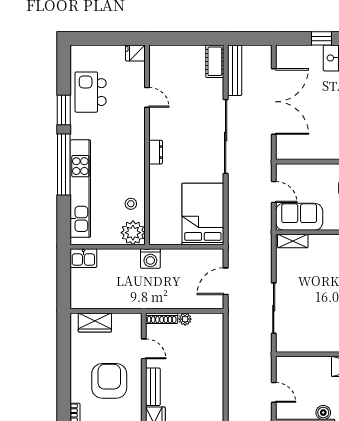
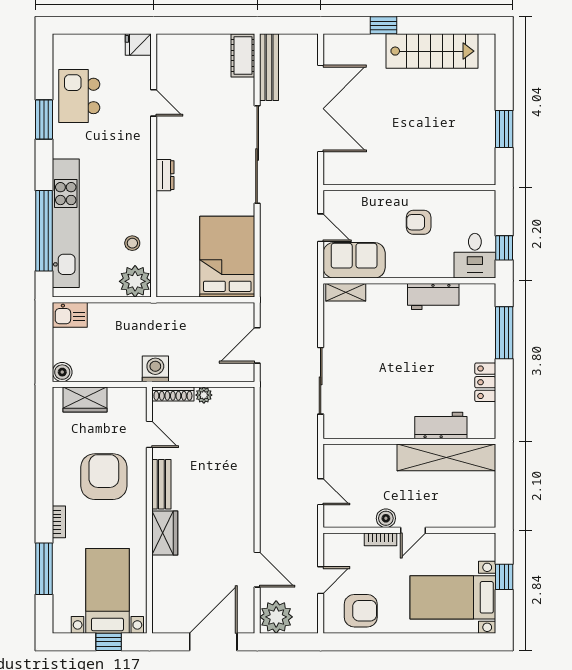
window: (64, 164) -> (44, 231), moved
washing machine: (150, 258) -> (155, 369), moved, turned 180
boiler: (78, 302) -> (62, 372), added

